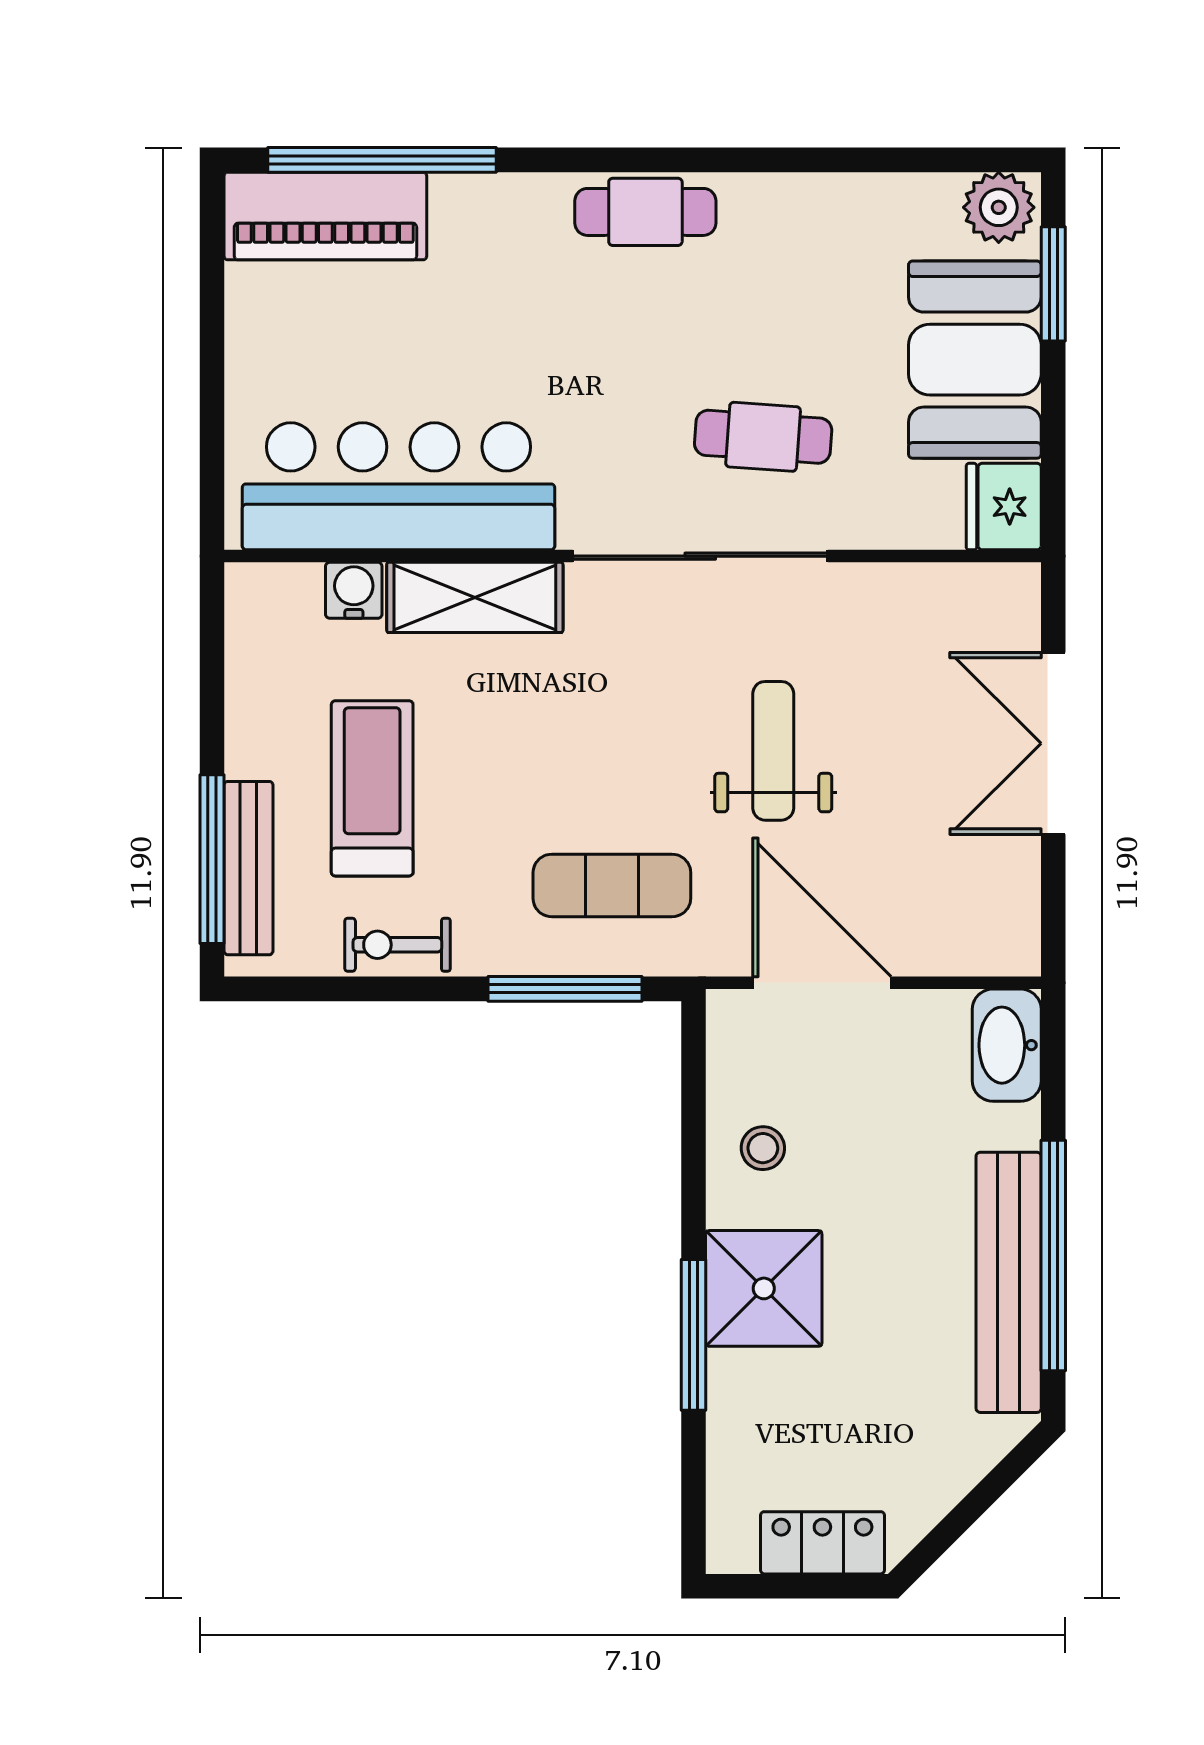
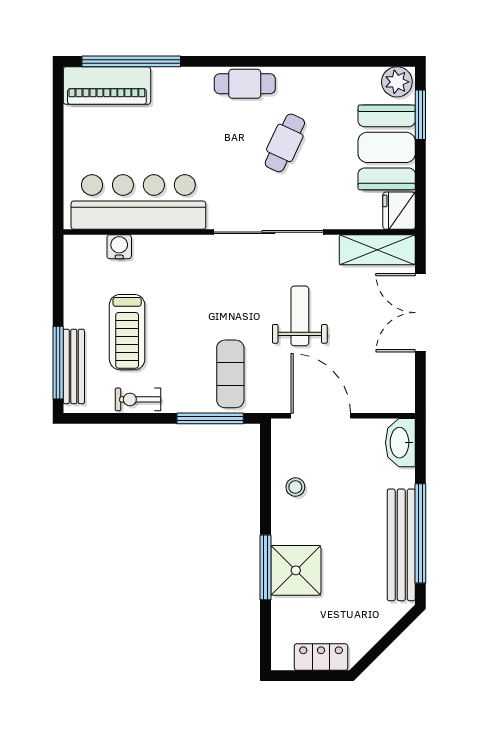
cafe table: (763, 437) -> (285, 143), moved, turned -69
shelving: (475, 597) -> (377, 250), moved
treadmill: (372, 788) -> (127, 332), turned 180
exercise mat: (612, 885) -> (230, 374), turned 90
shower: (764, 1288) -> (296, 570), moved

